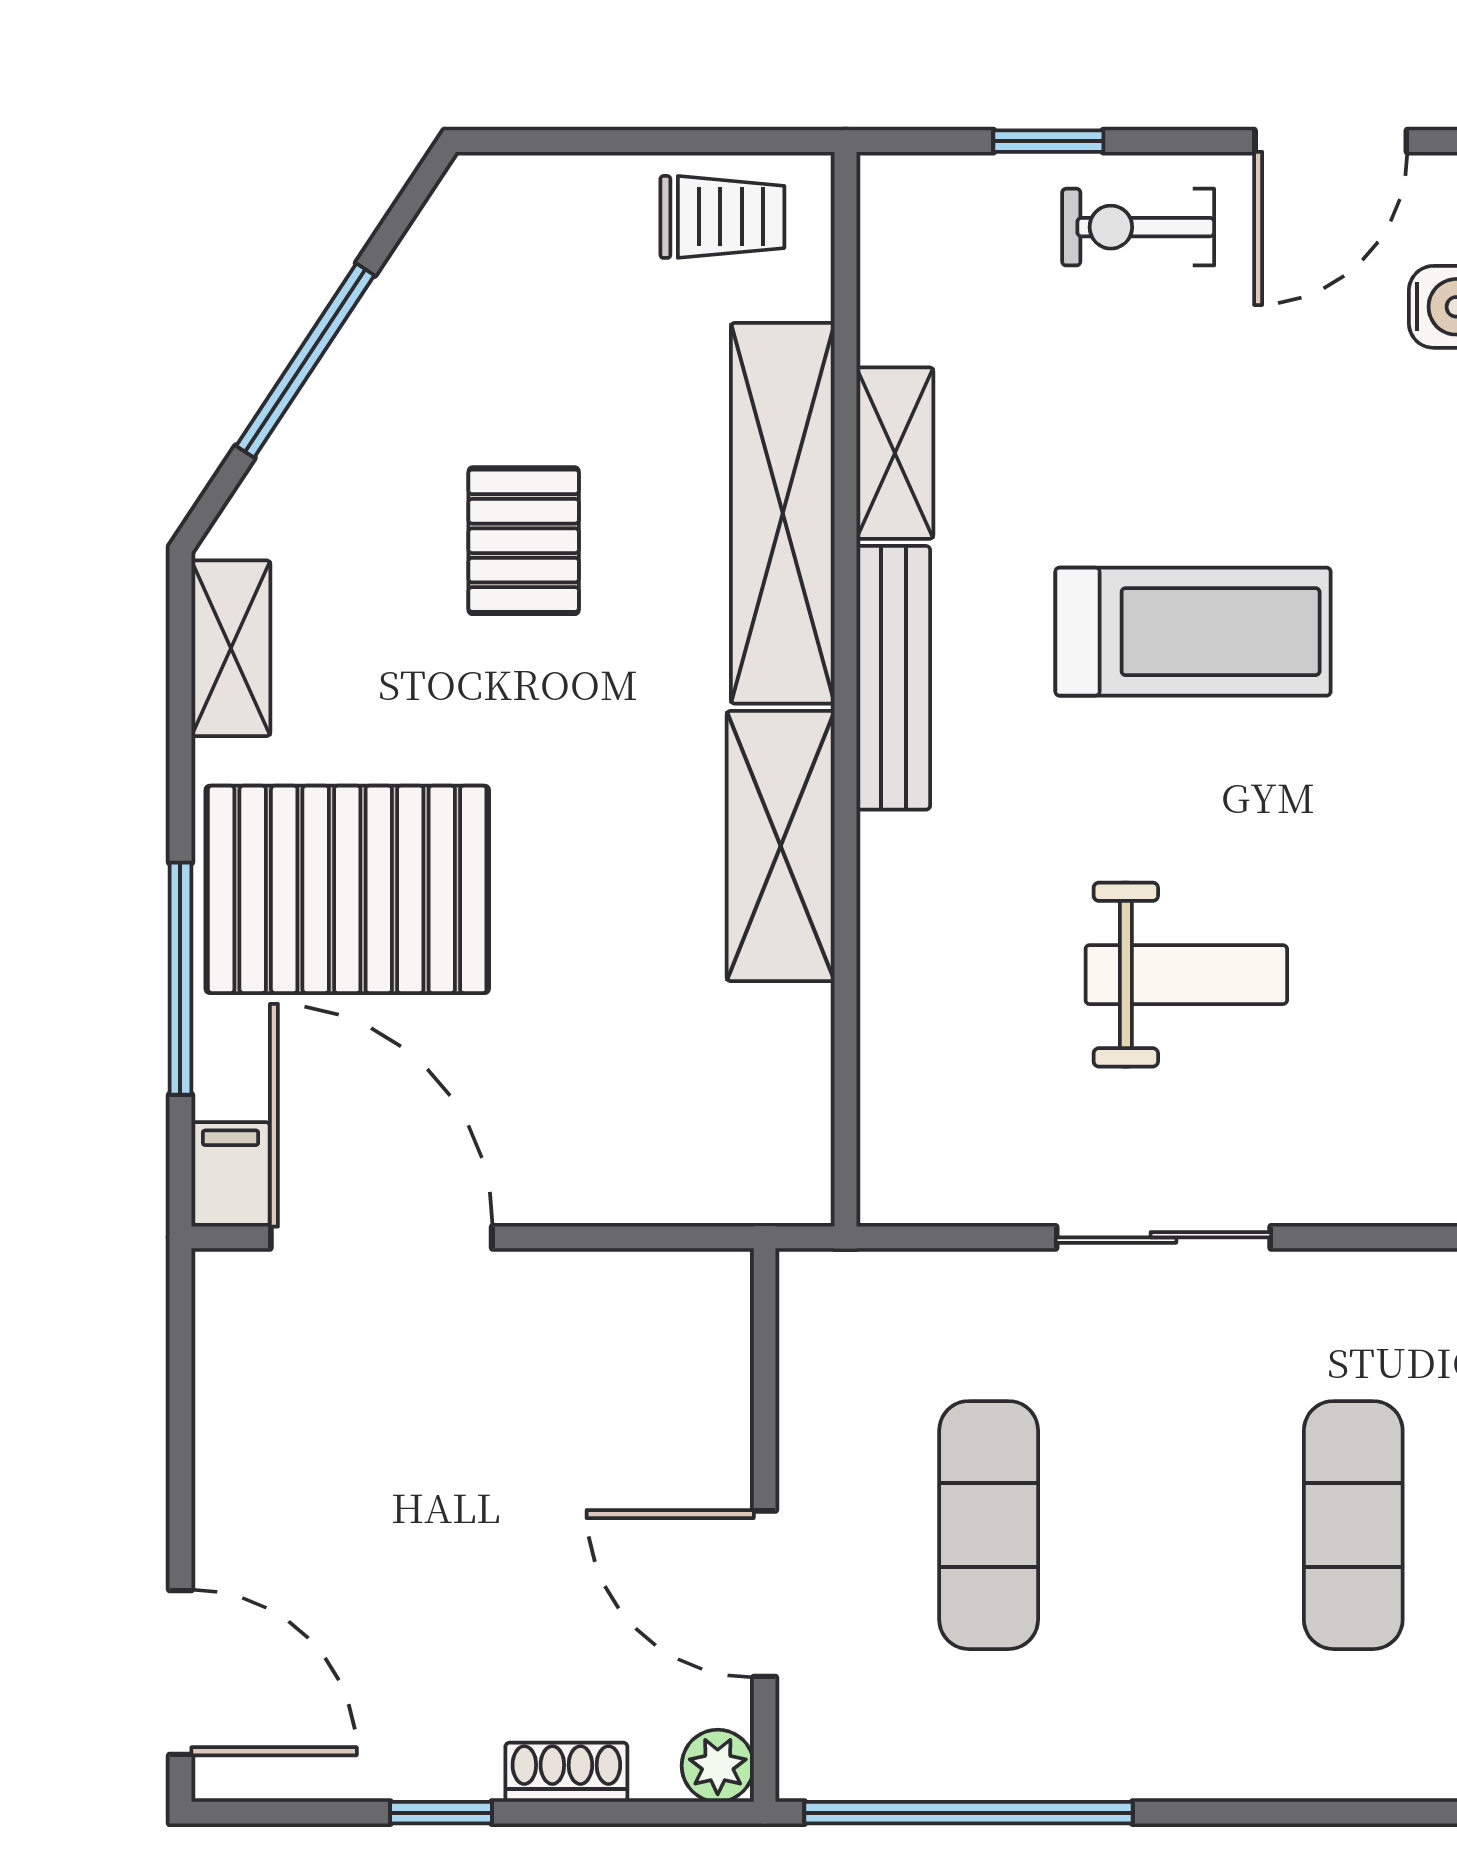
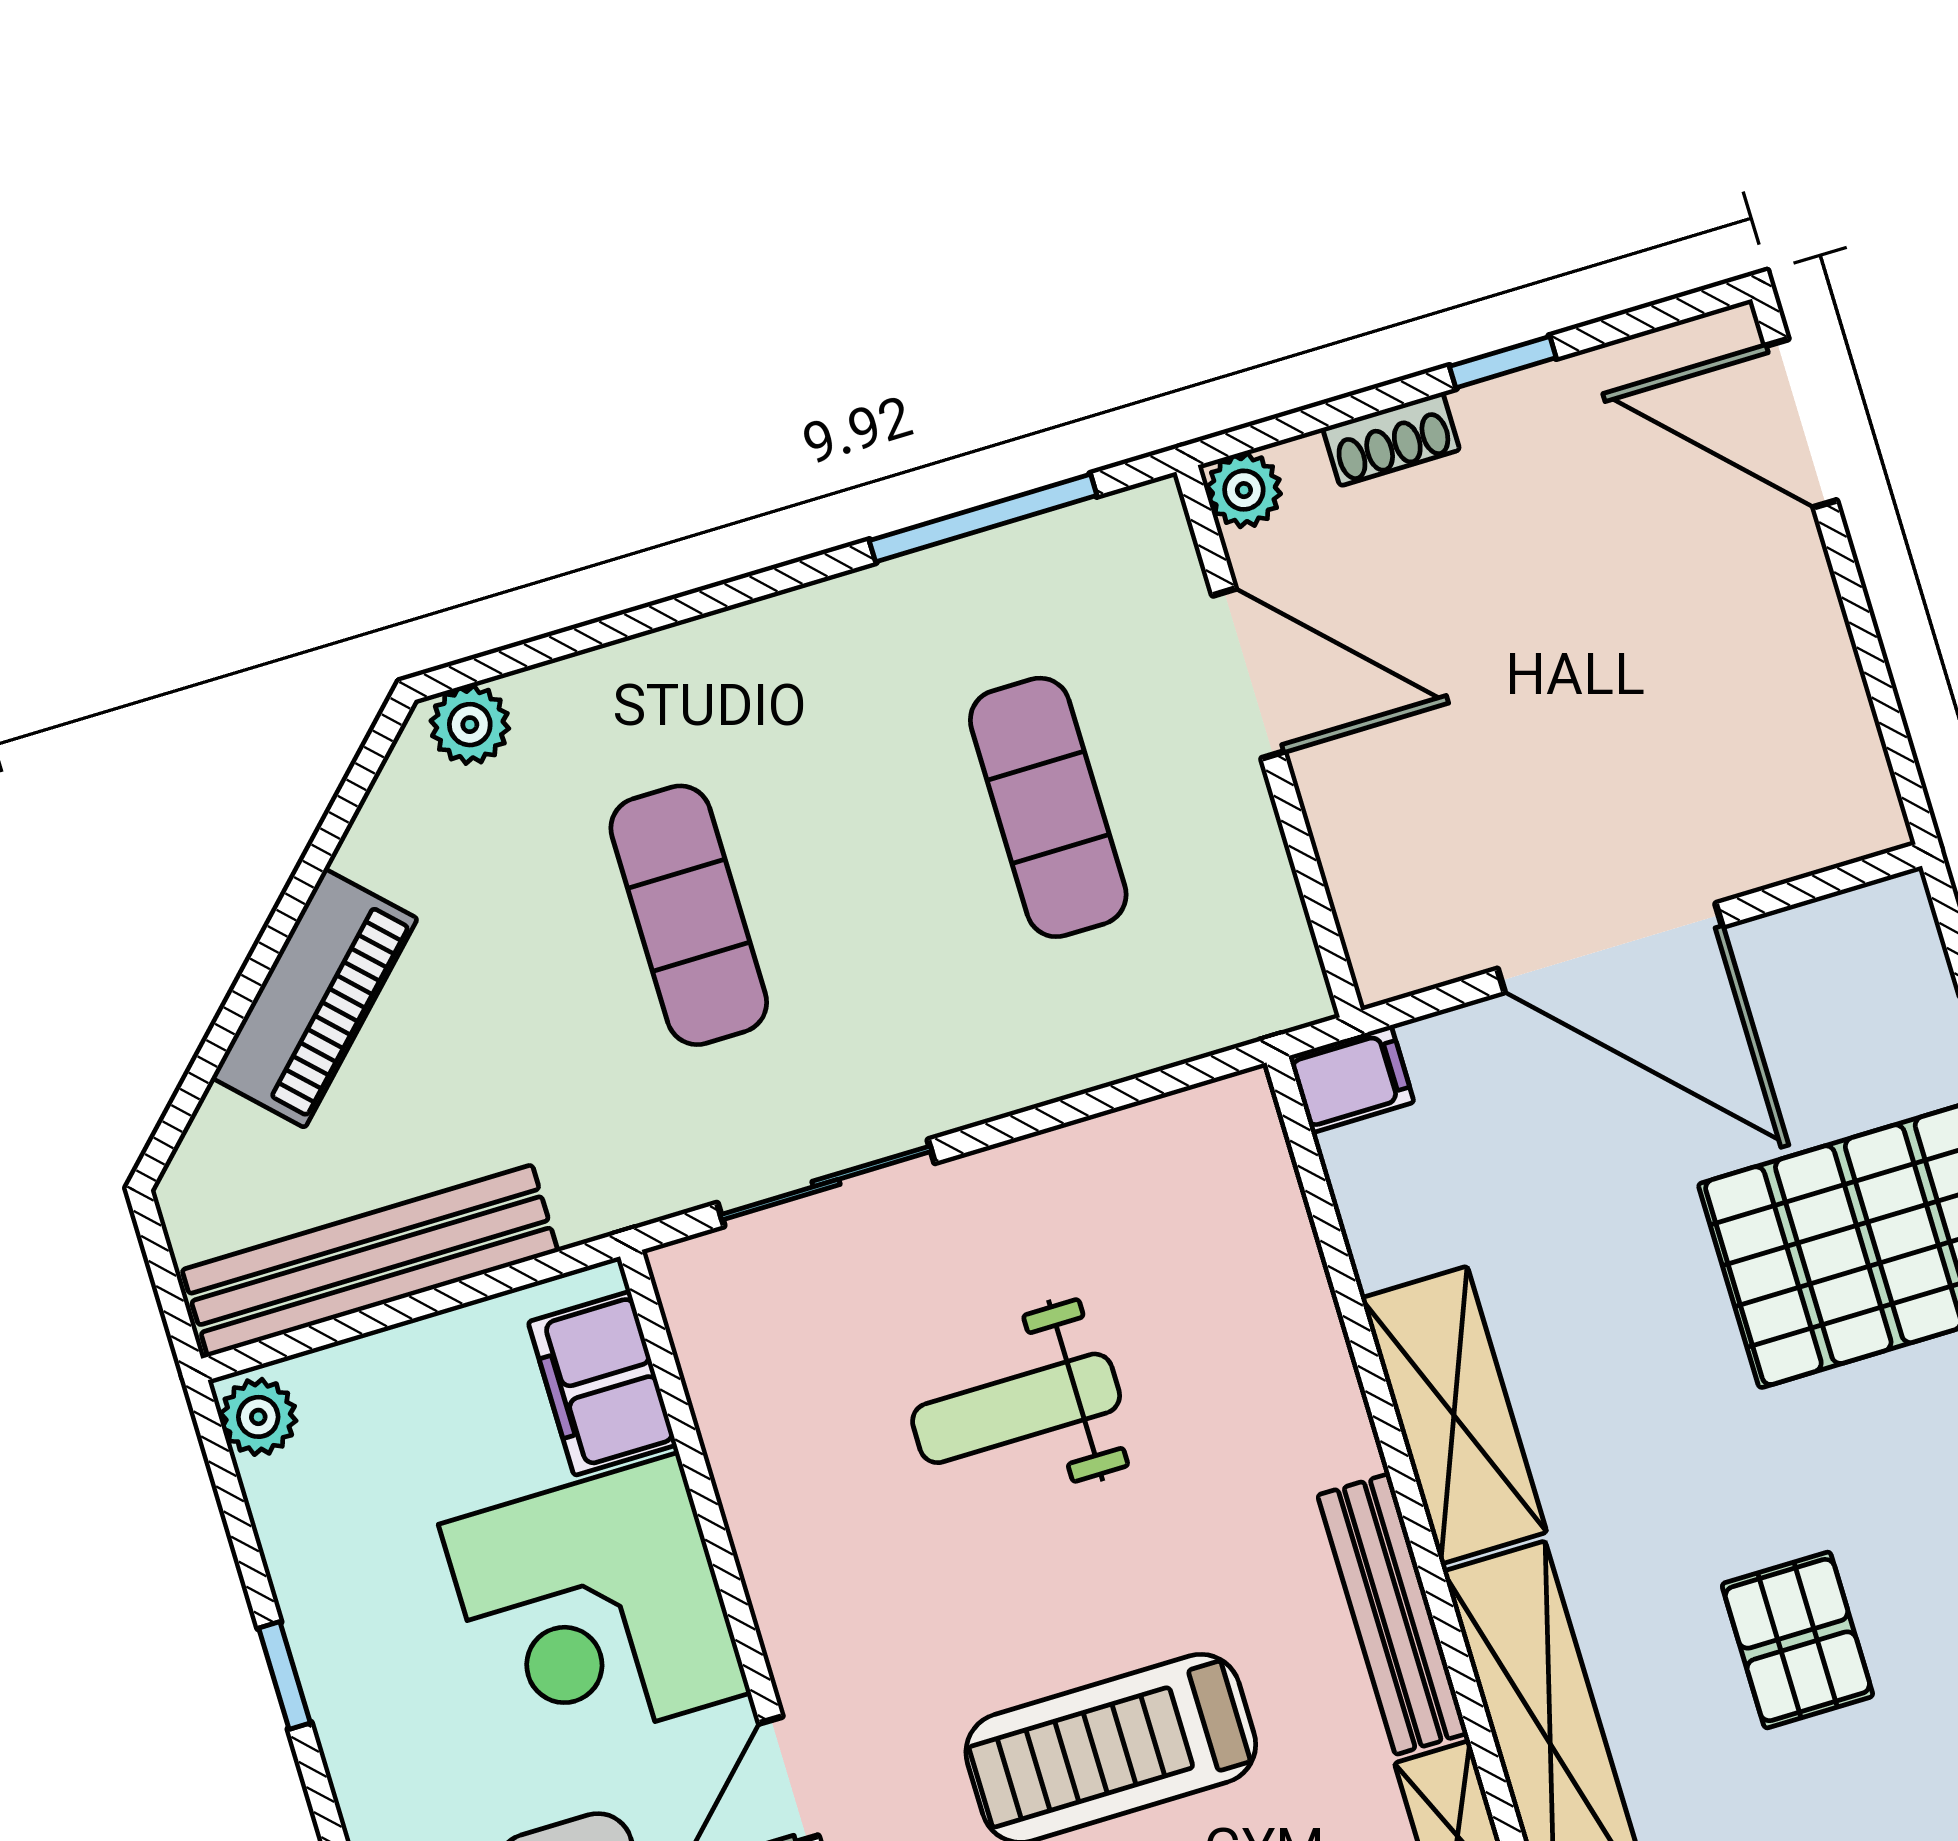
filing cabinet: (230, 1174) -> (1351, 1079), moved, turned -90
door: (381, 1237) -> (1610, 948), moved
sliding door: (1163, 1237) -> (826, 1183), moved
window: (968, 1813) -> (983, 518), width x0.68

